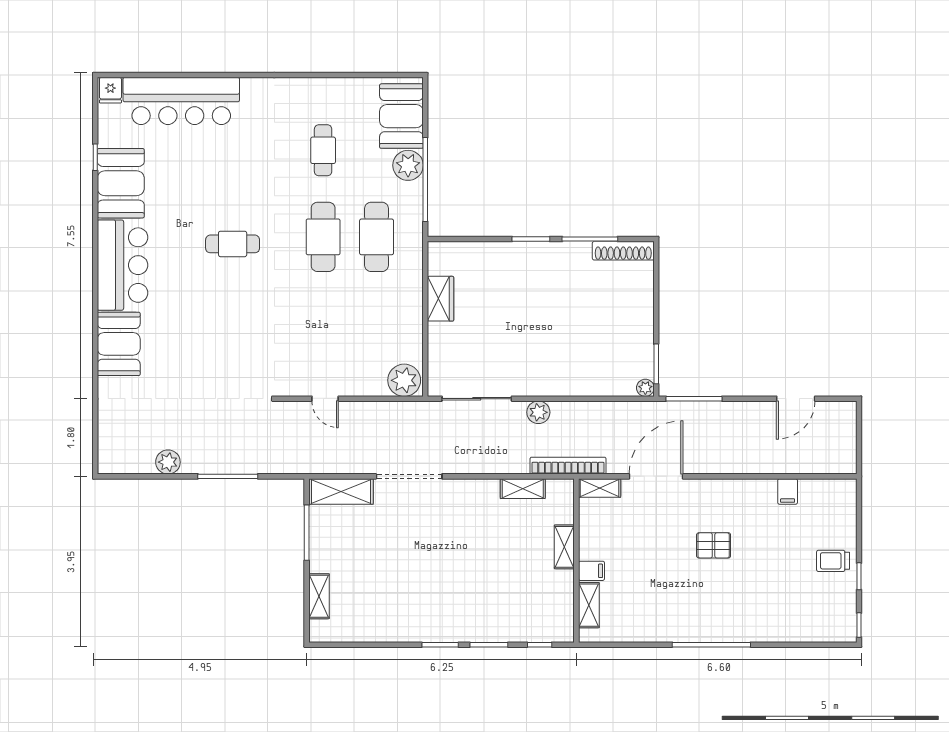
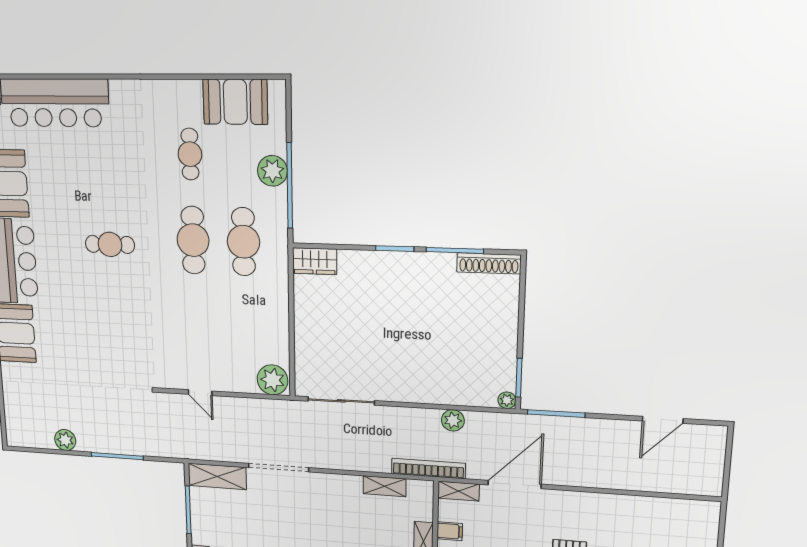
booth: (401, 116) -> (235, 102), moved, turned 90
wardrobe: (441, 299) -> (315, 261), moved, turned 90
plant: (538, 412) -> (453, 420), moved
filing cabinet: (788, 491) -> (450, 531), moved, turned -90

